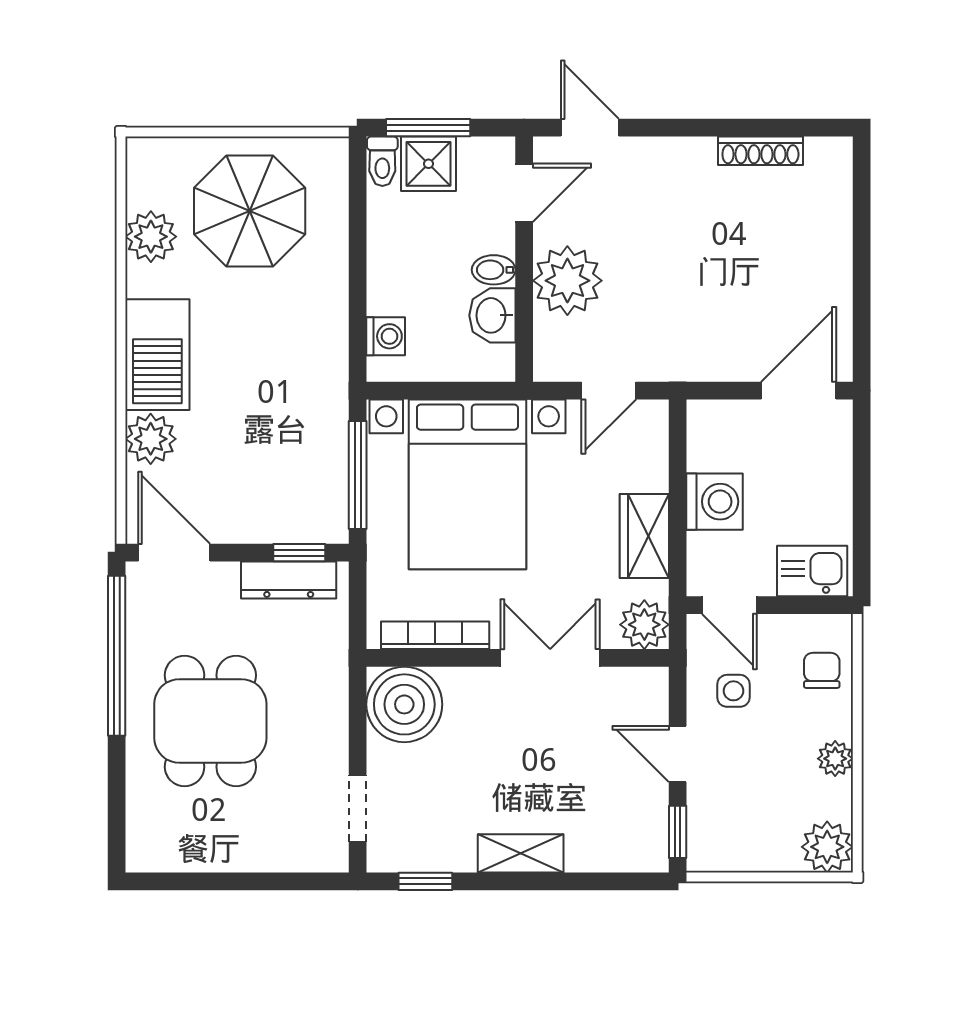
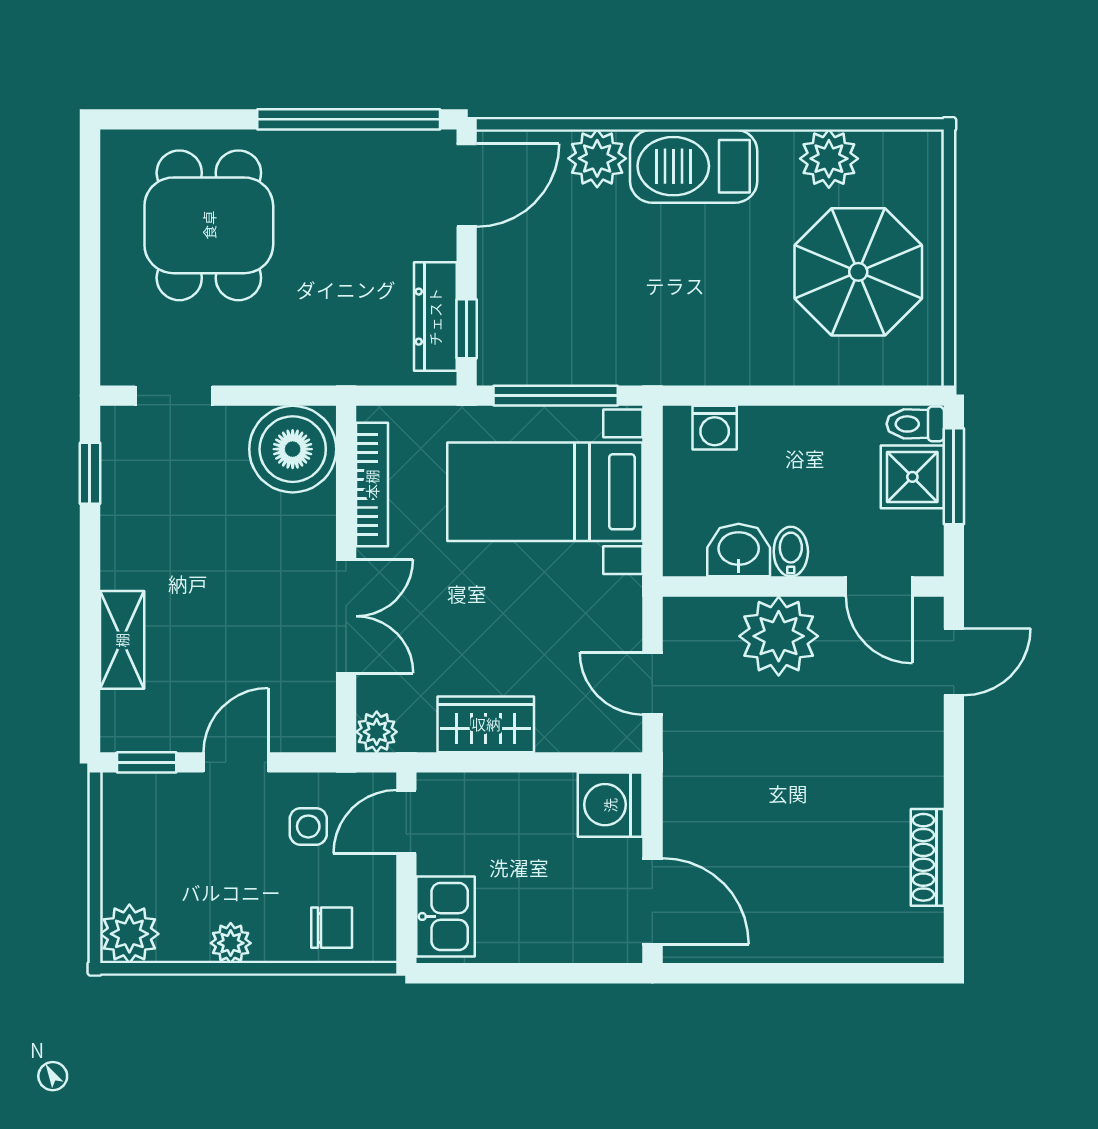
bed with nightstands: (467, 484) -> (545, 492), width x0.73
washing machine: (714, 502) -> (610, 805), moved, turned 90
plant: (644, 625) -> (377, 732), width x0.73, depth x0.73
dining table: (210, 721) -> (209, 225), moved, turned 90
shelving: (521, 853) -> (122, 640), moved

